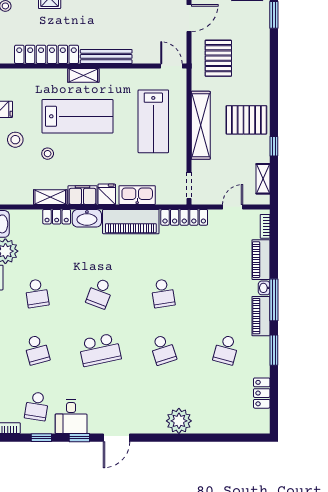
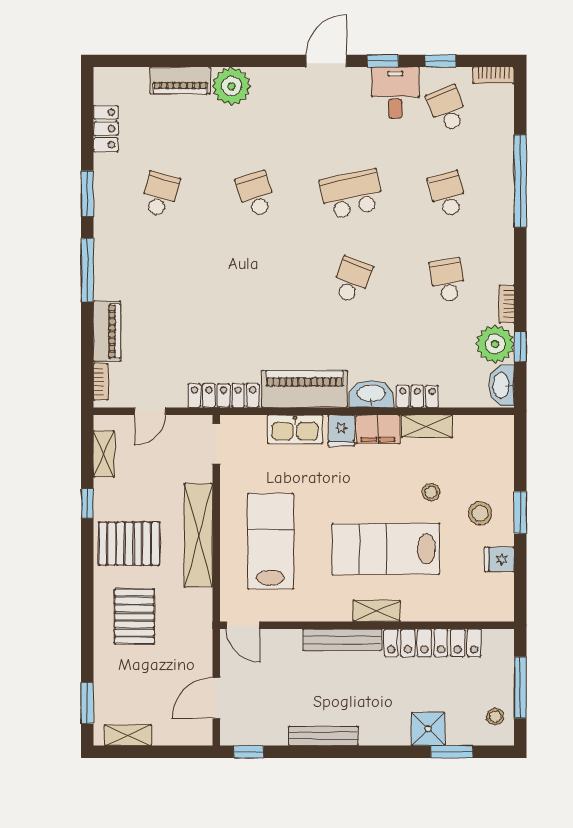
pallet: (218, 58) -> (134, 617), moved
washbasin: (264, 288) -> (102, 288), removed
school desk: (163, 293) -> (256, 280), removed
piano: (261, 316) -> (180, 80), moved, turned 90
school desk: (37, 406) -> (447, 109), turned -30

